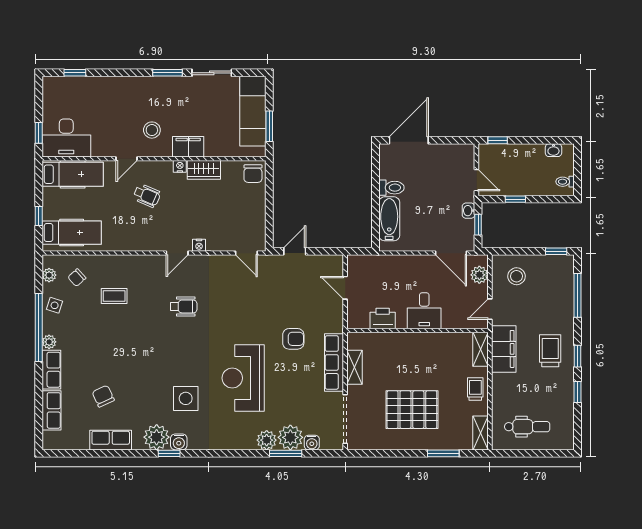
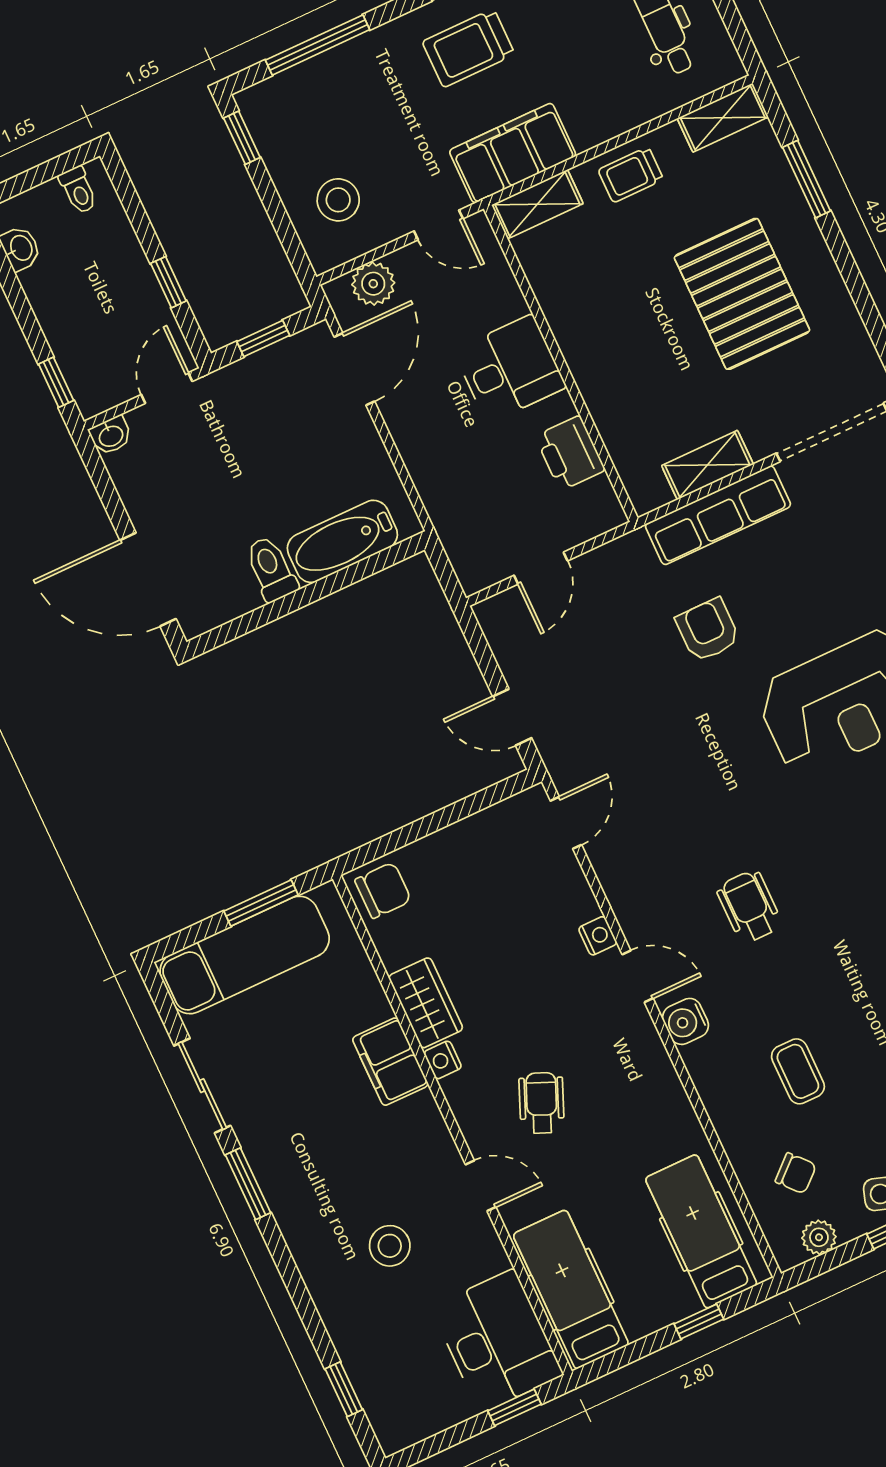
stool: (152, 130) -> (390, 1246), moved
washbasin: (469, 211) -> (111, 435), moved
water cooler: (152, 263) -> (686, 1021), added

